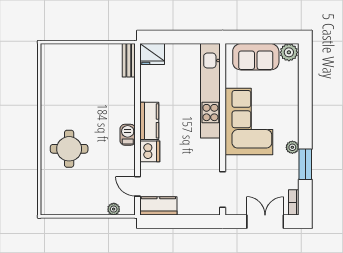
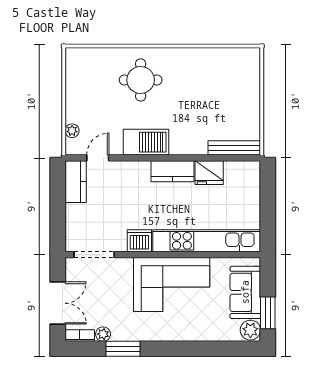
window: (274, 37) -> (268, 313), added
fridge: (152, 54) -> (209, 173), moved, turned -90
bench: (129, 60) -> (234, 148), width x1.36
barbecue: (128, 135) -> (146, 142), width x1.88, depth x1.53
plant: (292, 147) -> (103, 334), moved
dishwasher: (150, 151) -> (139, 241), moved, turned 180

